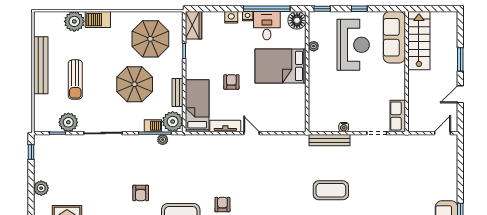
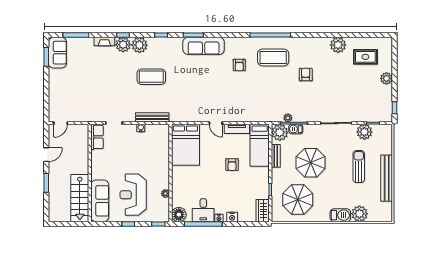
bed: (280, 66) -> (185, 145), moved, turned 90

